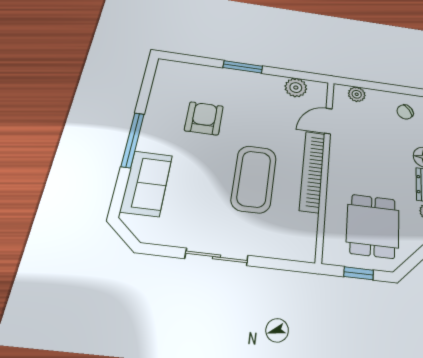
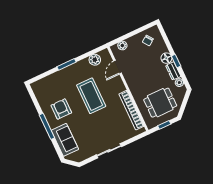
armchair: (204, 118) -> (61, 109), moved
bookcase: (312, 171) -> (131, 110), moved
coffee table: (254, 179) -> (91, 96), moved
dining table: (373, 226) -> (160, 103), turned 90

